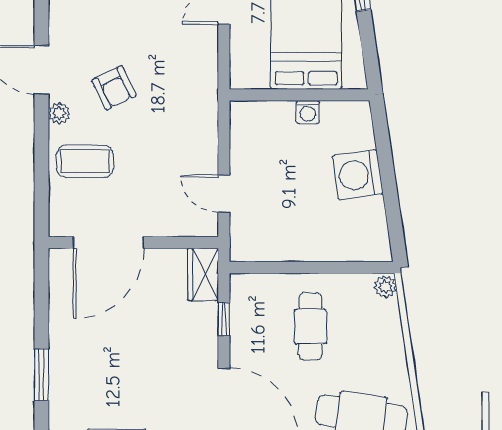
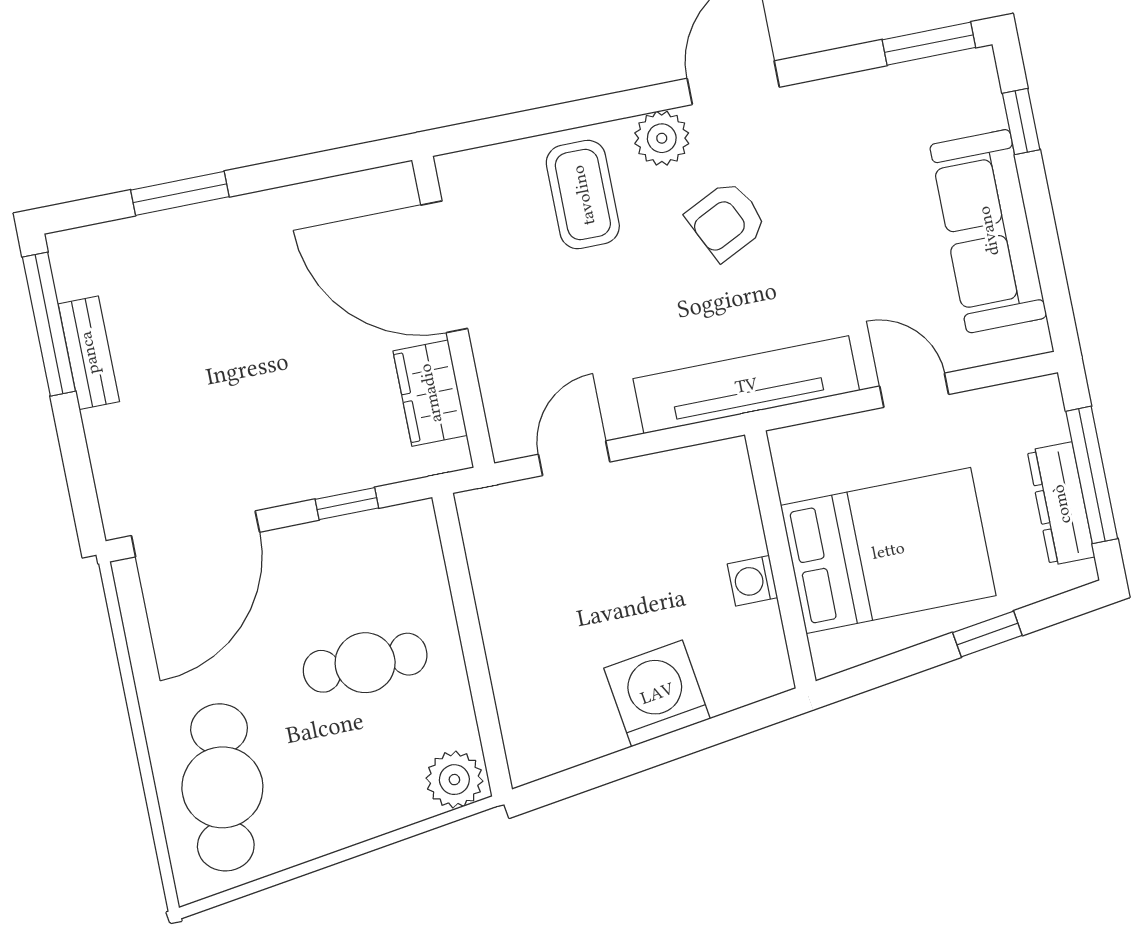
tv unit: (203, 95) -> (746, 385), added
plant: (59, 113) -> (662, 138), width x1.38, depth x1.38
wardrobe: (203, 274) -> (430, 393), moved, turned -90
plant: (385, 287) -> (454, 780), width x1.38, depth x1.38

